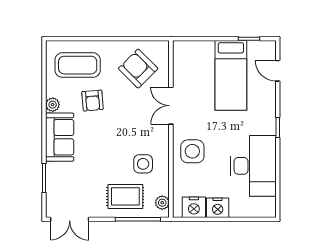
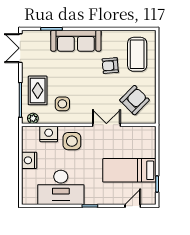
plant: (53, 105) -> (107, 35), removed
sofa: (60, 137) -> (76, 41), width x1.36
nightstand: (194, 207) -> (49, 134), moved, turned 90

